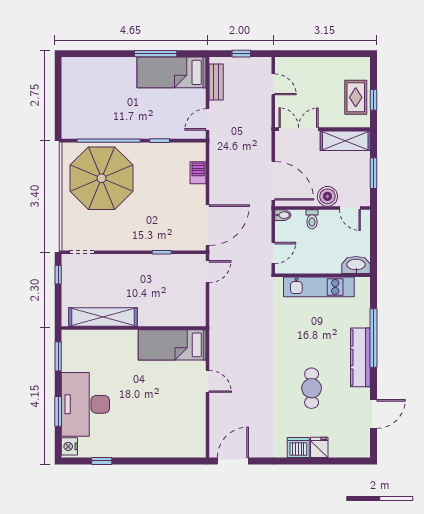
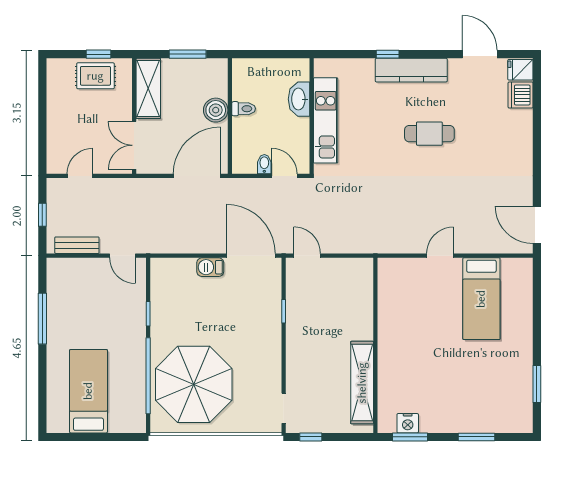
bed: (172, 72) -> (88, 391), moved, turned 180
barbecue: (198, 173) -> (210, 267), moved
door: (350, 208) -> (230, 83), removed
bidet: (283, 215) -> (264, 164), moved
toilet: (312, 219) -> (244, 109), moved
washbasin: (356, 265) -> (299, 99), moved
window: (374, 338) -> (388, 54), width x0.32
bed: (172, 345) -> (481, 299), moved
cafe table: (312, 388) -> (429, 134), moved
desk: (85, 404) -> (468, 404), removed
nightstand: (69, 446) -> (408, 423), moved
fridge: (319, 447) -> (520, 70), moved
dishwasher: (298, 448) -> (521, 95), moved
window: (102, 461) -> (537, 384), width x1.50

